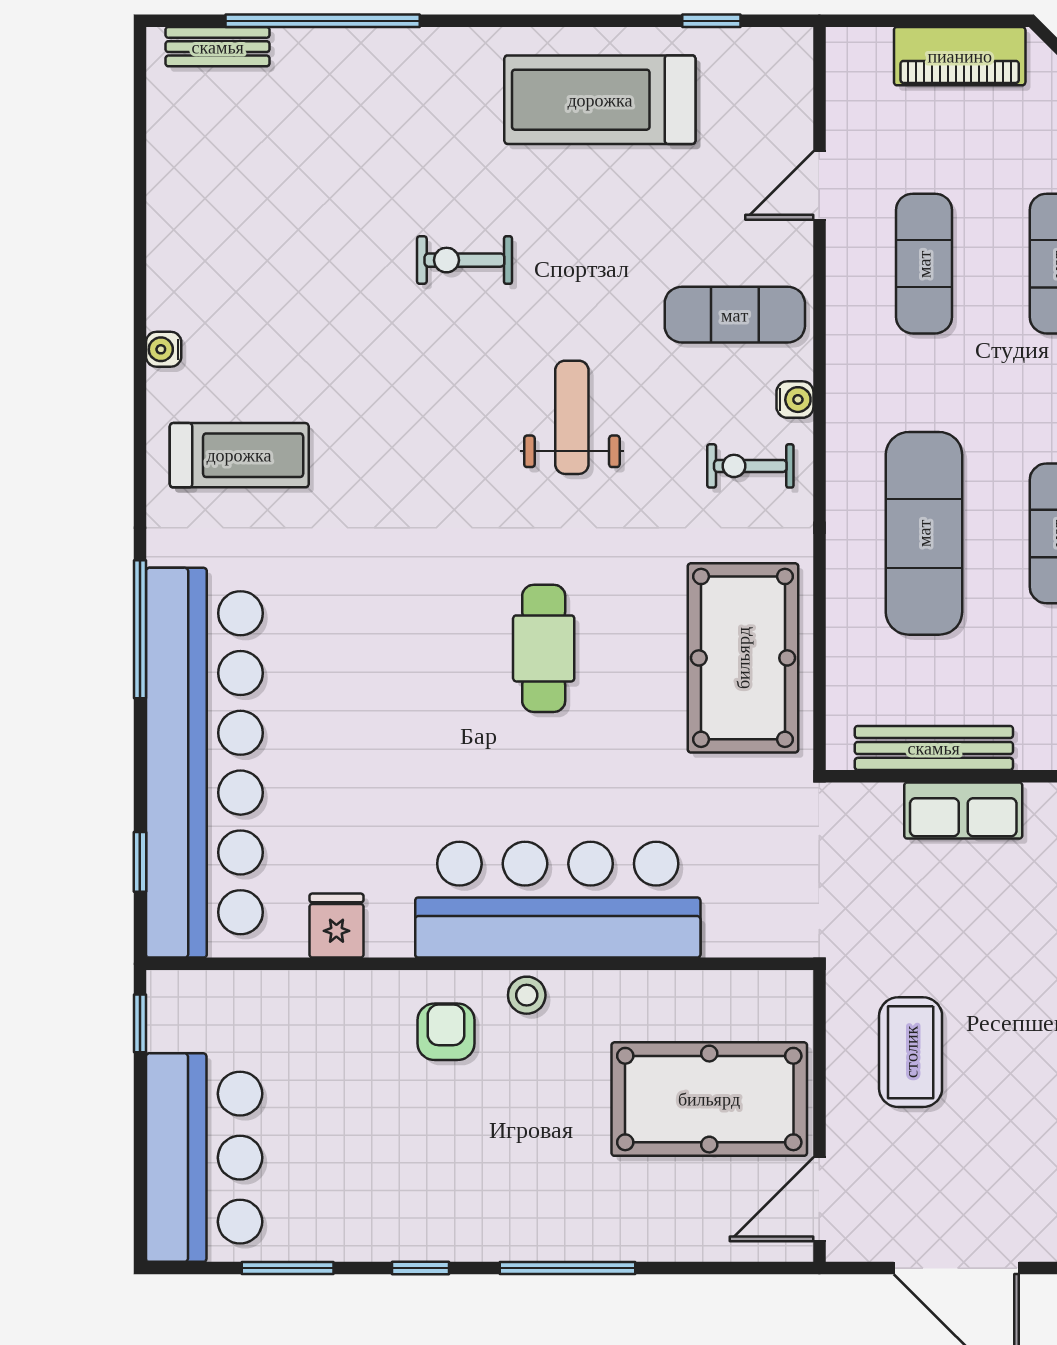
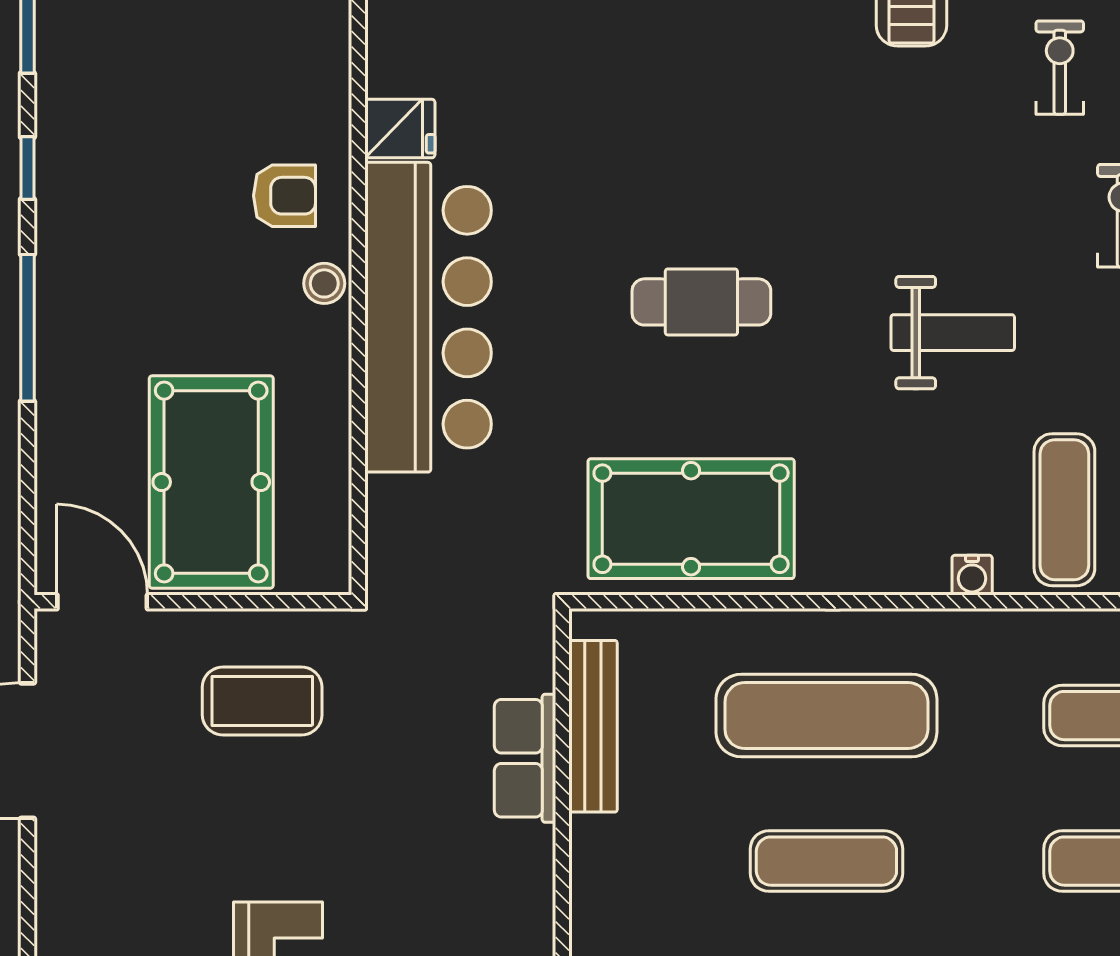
exercise bike: (750, 466) -> (1060, 68), moved
fridge: (336, 926) -> (400, 129), moved

